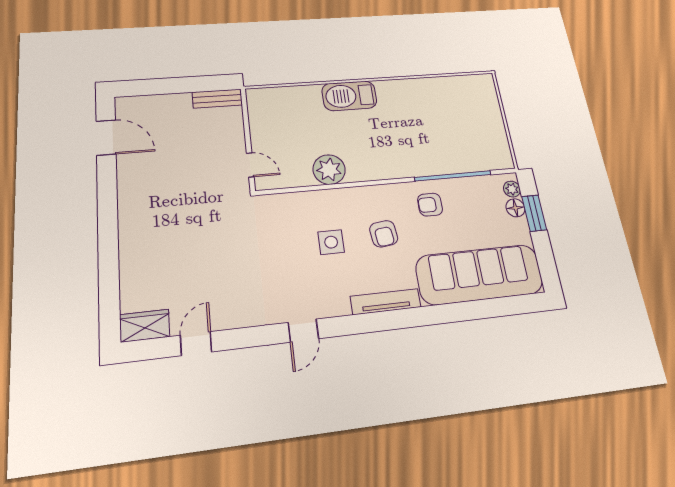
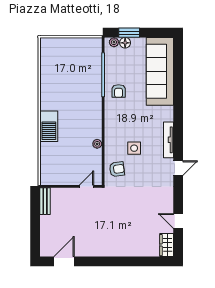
plant: (329, 170) -> (97, 144), width x0.53, depth x0.53
armchair: (384, 234) -> (117, 169), moved
tv unit: (386, 302) -> (169, 140), moved
door: (303, 331) -> (178, 168), hinge flipped

